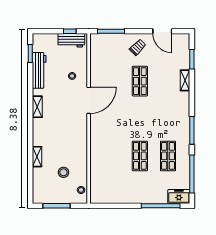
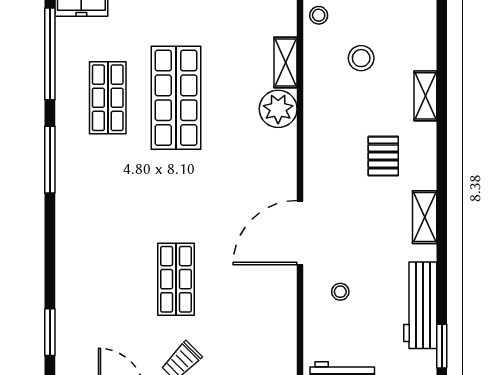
shelving: (185, 80) -> (286, 63), moved
pallet: (54, 132) -> (383, 156), added
plant: (98, 151) -> (278, 109), added
shop shelf: (140, 156) -> (176, 98), width x1.43, depth x1.36

